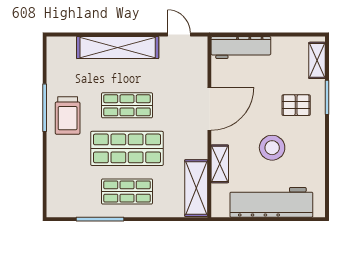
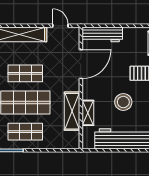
door: (209, 109) -> (81, 64), moved
shelving: (196, 188) -> (72, 111), moved

